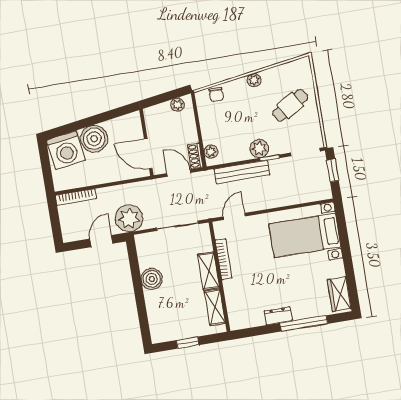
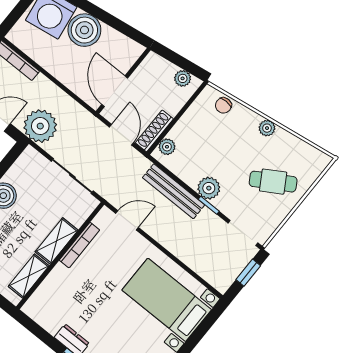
shoe rack: (195, 156) -> (154, 131), width x1.43

